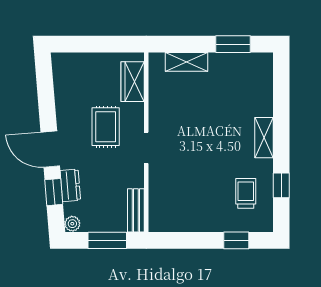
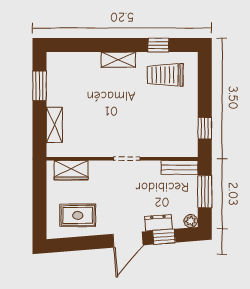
rug: (106, 127) -> (78, 215), moved
trolley: (246, 193) -> (165, 75), width x1.36, depth x1.39
window: (236, 240) -> (205, 128), moved

